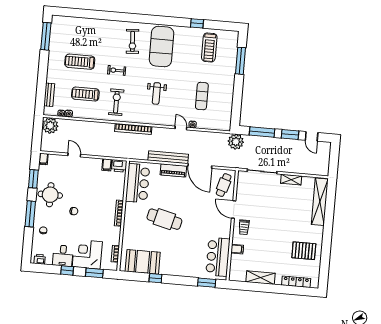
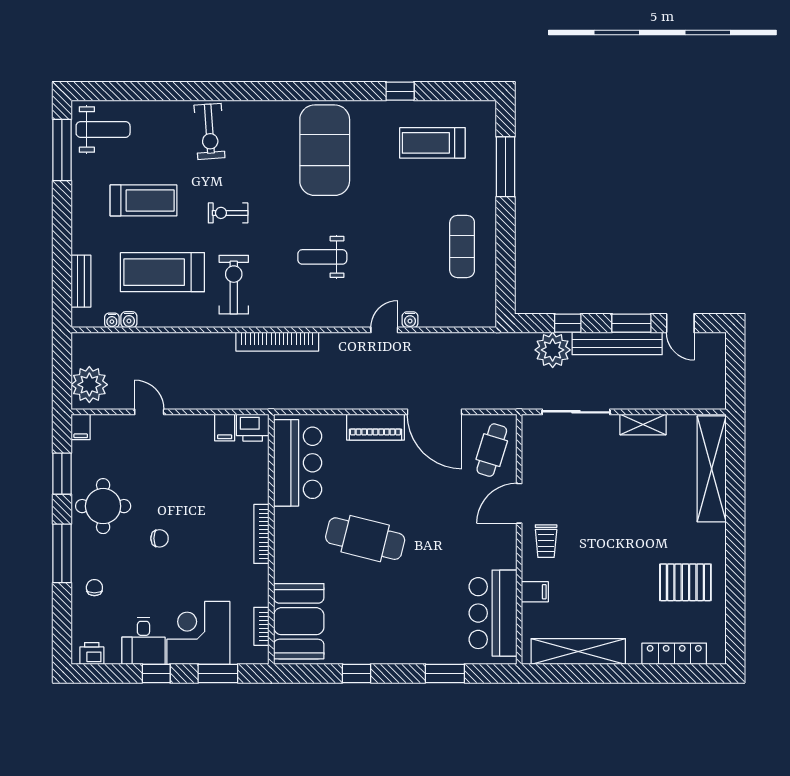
weight bench: (65, 29) -> (103, 129), added
exercise bike: (133, 41) -> (209, 131), moved
treadmill: (209, 47) -> (432, 143), turned 90
treadmill: (80, 62) -> (143, 200), turned 180
weight bench: (156, 93) -> (322, 257), turned 90
treadmill: (85, 94) -> (162, 272), width x1.37, depth x1.38
exercise mat: (202, 96) -> (462, 246), moved
plant: (50, 126) -> (89, 385), moved
door: (181, 128) -> (384, 330), hinge flipped
window: (262, 132) -> (568, 323), width x0.46
plant: (236, 142) -> (553, 350), moved
bench: (168, 157) -> (617, 343), moved
door: (234, 210) -> (519, 503), hinge flipped
booth: (143, 262) -> (299, 621), moved, turned 90
shelving: (261, 278) -> (578, 651), width x1.47
window: (207, 283) -> (445, 673), moved

